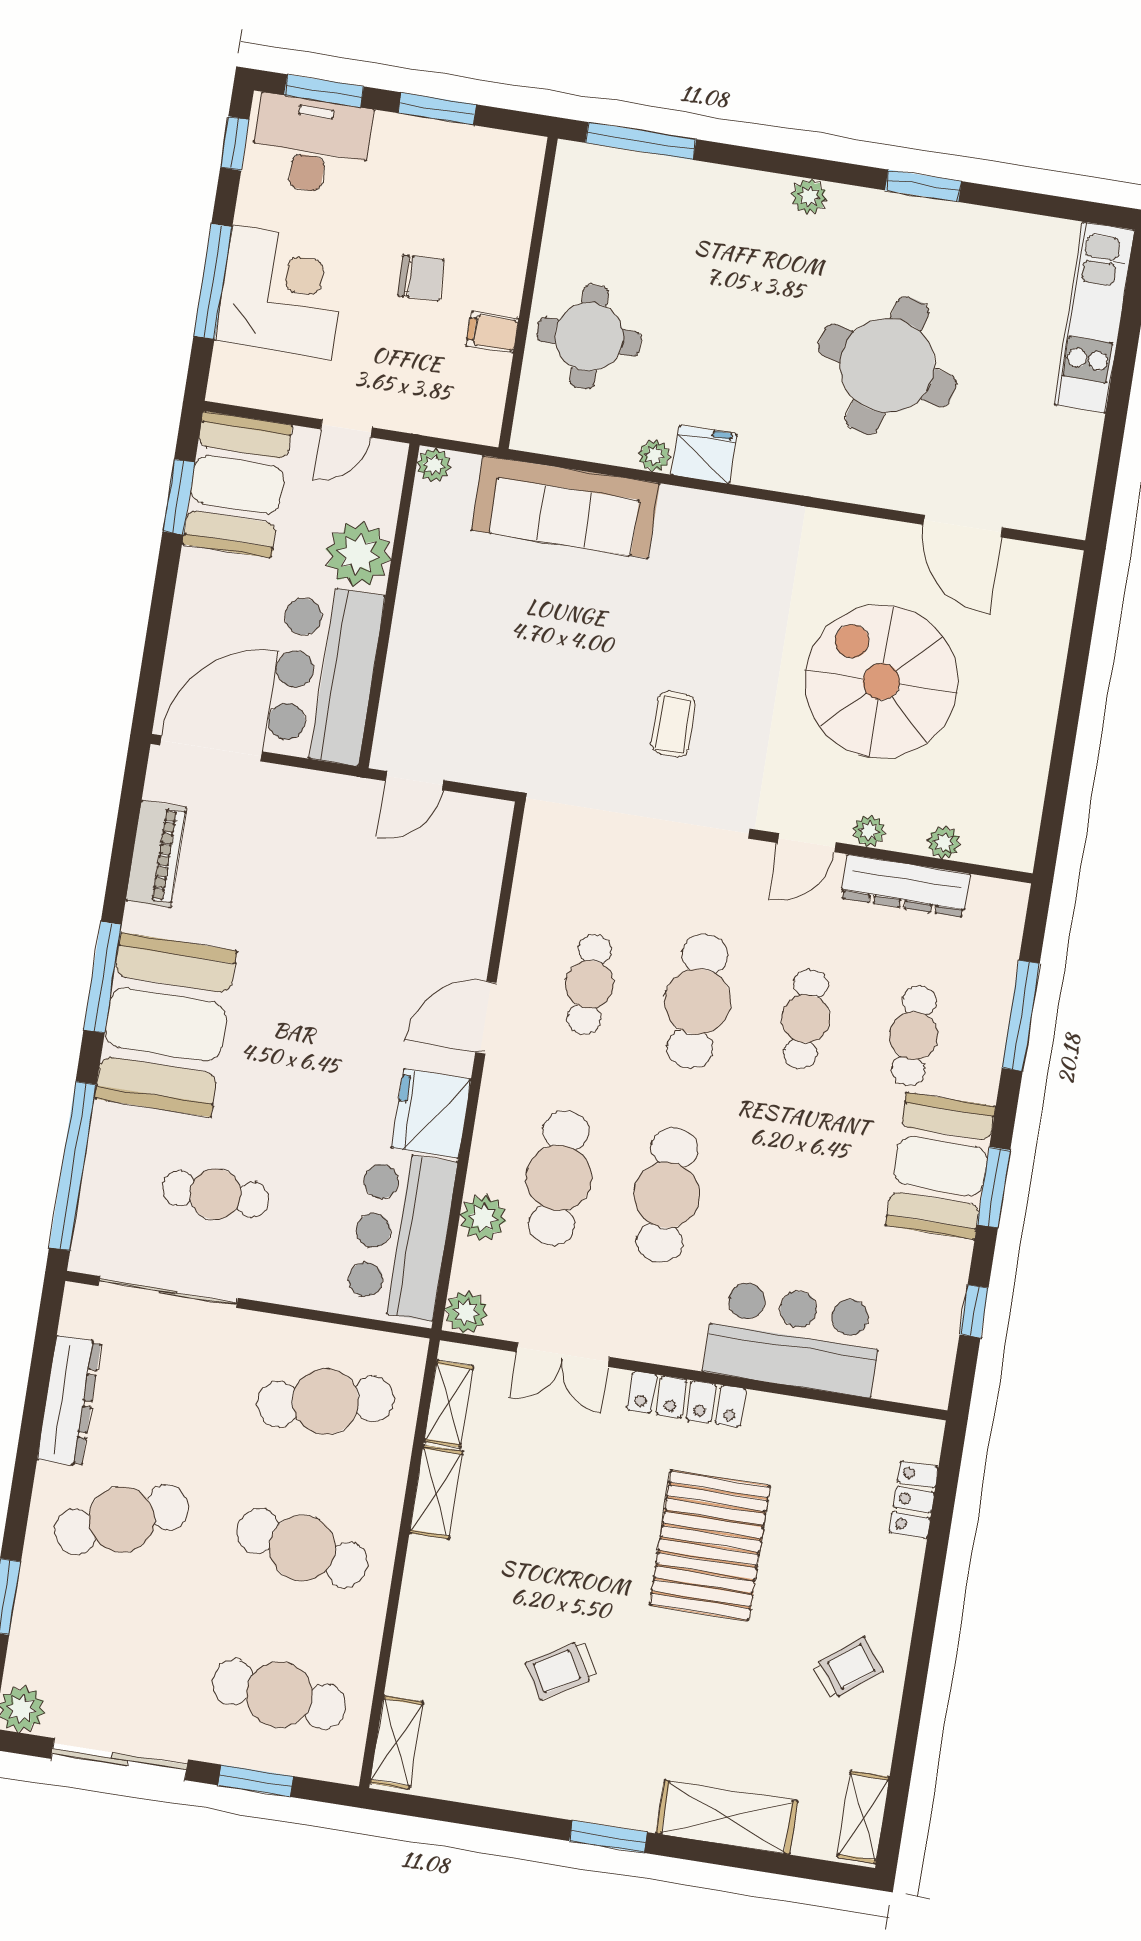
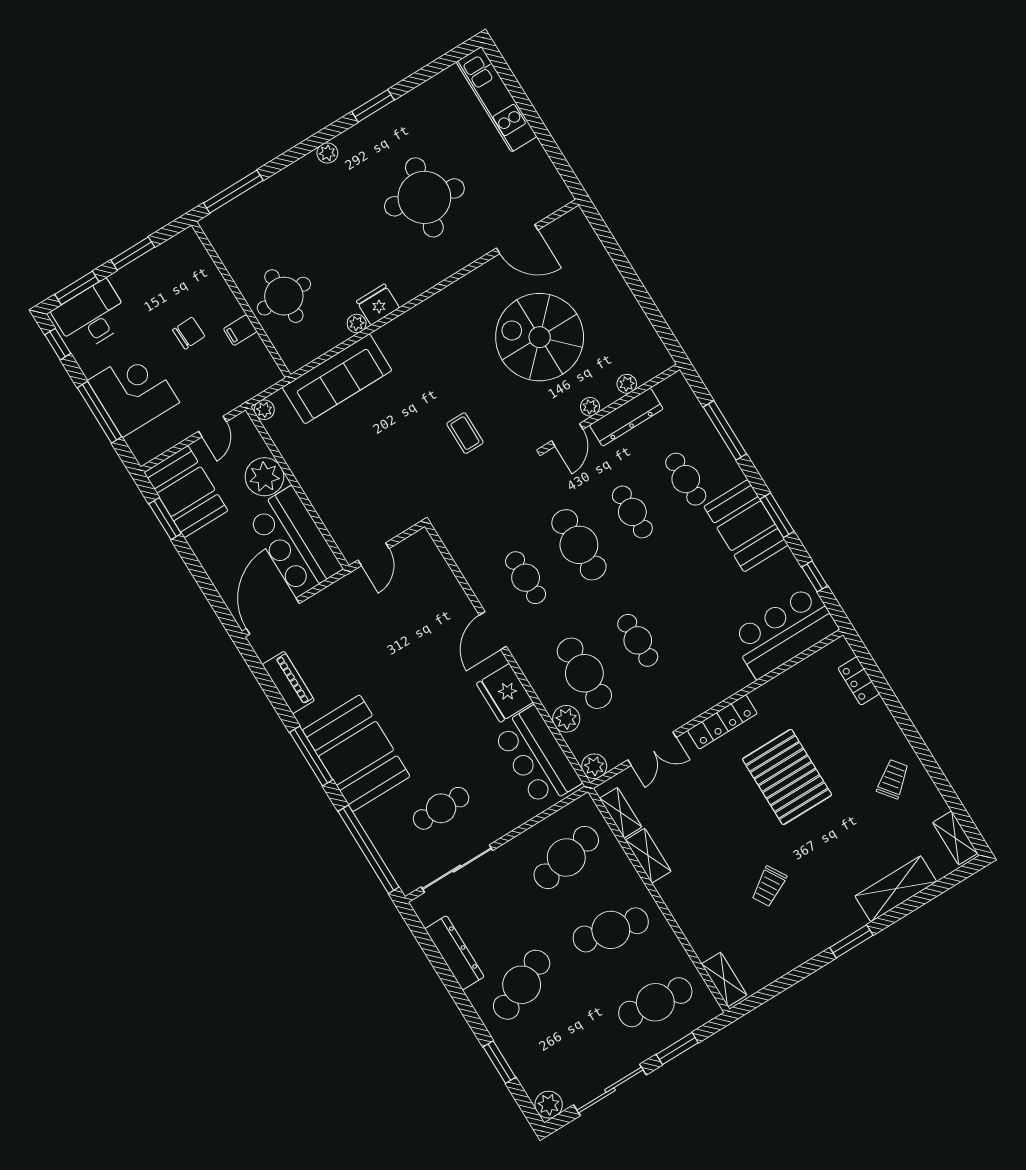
cafe table: (667, 1195) -> (638, 640), width x0.73, depth x0.74
bar counter: (794, 1338) -> (784, 632), moved

